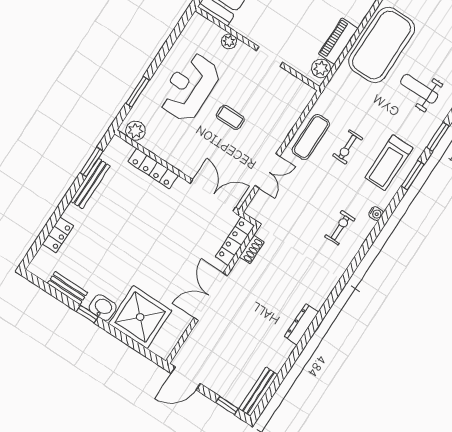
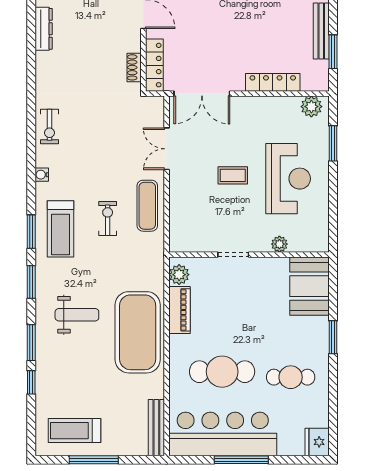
treadmill: (389, 163) -> (60, 229), turned 180
exercise bike: (340, 228) -> (49, 127), moved

